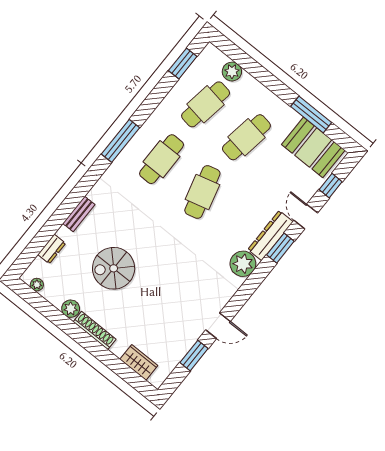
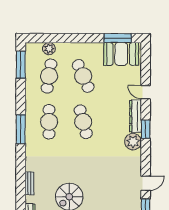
window: (183, 63) -> (21, 65), width x1.44
window: (311, 114) -> (118, 38), moved
cafe table: (246, 137) -> (83, 76), turned -33
window: (331, 186) -> (146, 66), removed
window: (280, 248) -> (146, 129), moved

